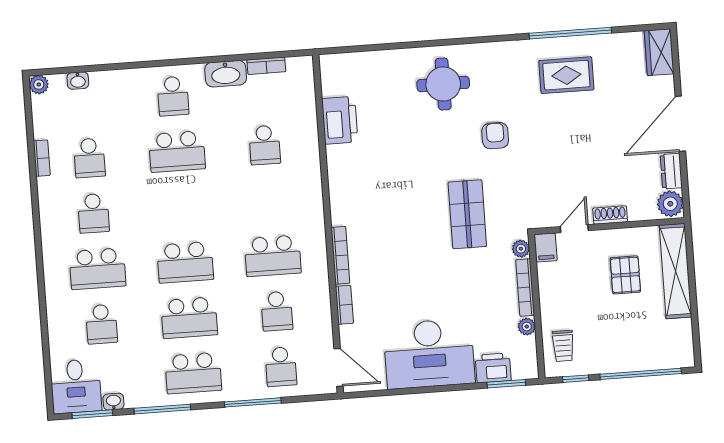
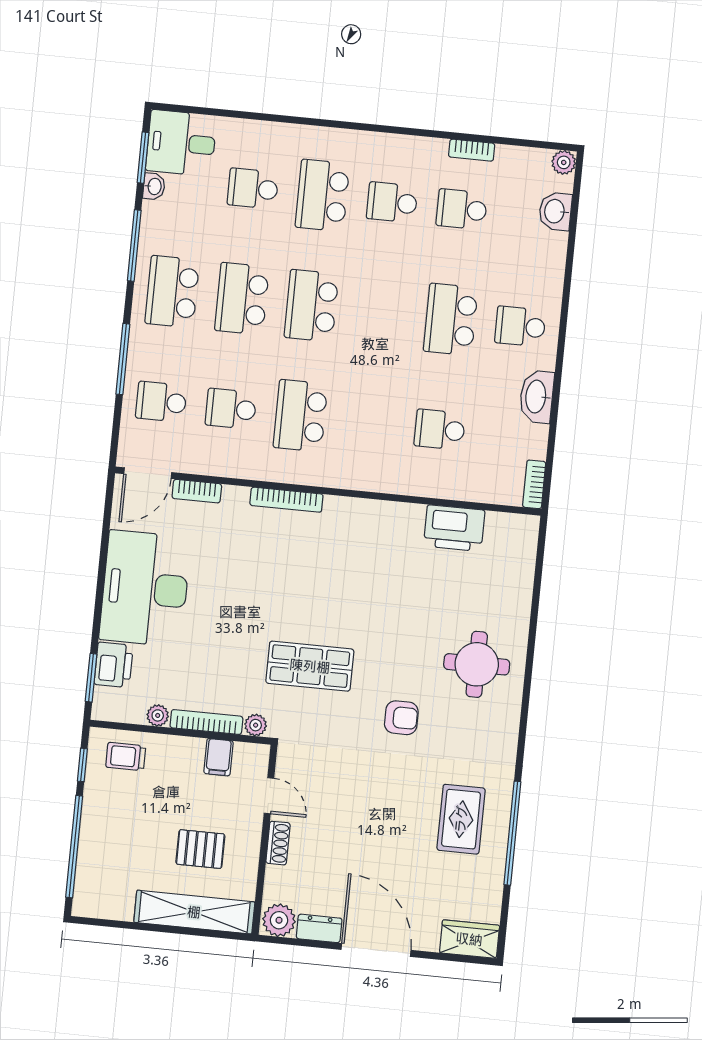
bookcase: (266, 66) -> (534, 484), moved
washbasin: (78, 81) -> (555, 211), width x1.38, depth x1.45
filing cabinet: (546, 247) -> (218, 757), moved, turned -90
bookcase: (344, 305) -> (197, 491), moved

